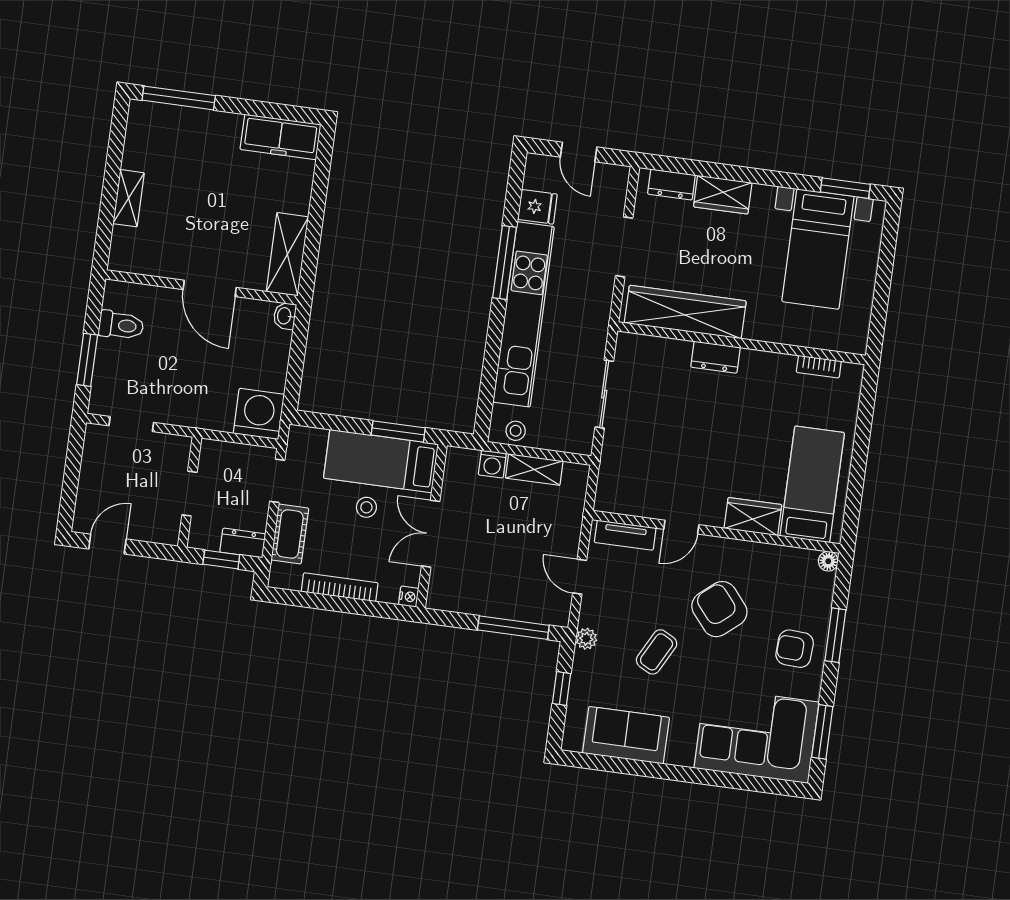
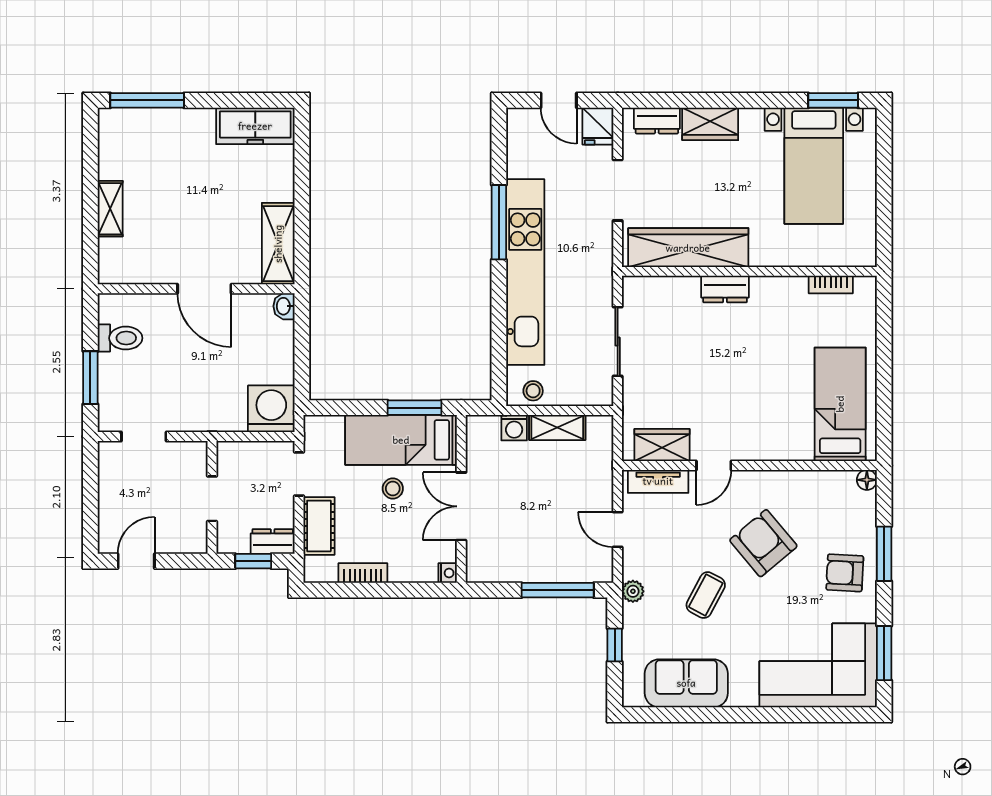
fridge: (537, 207) -> (598, 126), moved, turned 90
wardrobe: (753, 517) -> (662, 445), moved
bookcase: (340, 587) -> (363, 573), width x0.64

